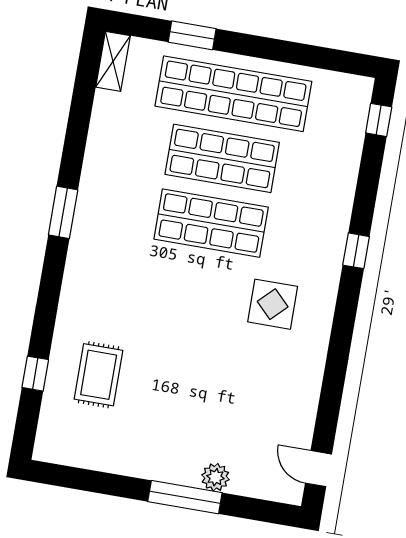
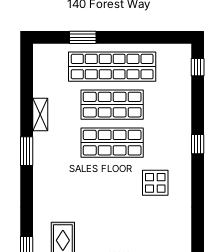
shelving: (113, 61) -> (40, 115), moved

